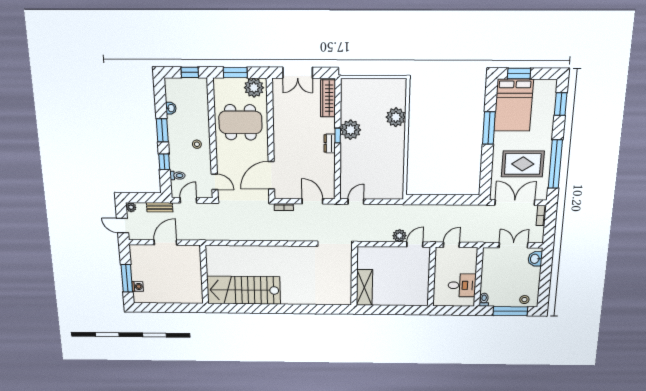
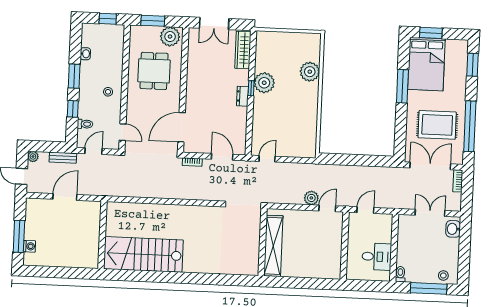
dining table: (240, 122) -> (154, 71), width x0.73
shelving: (364, 287) -> (273, 246), width x1.47

